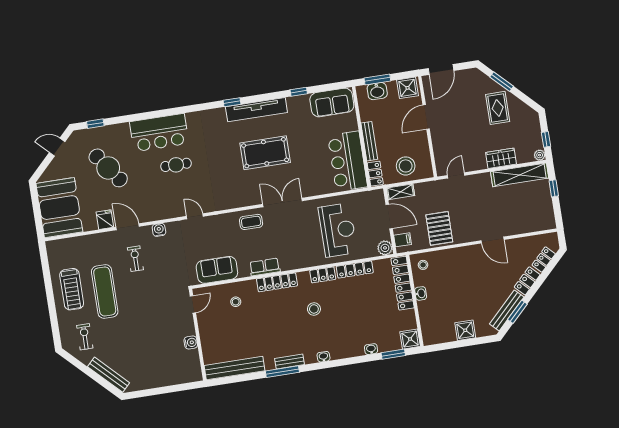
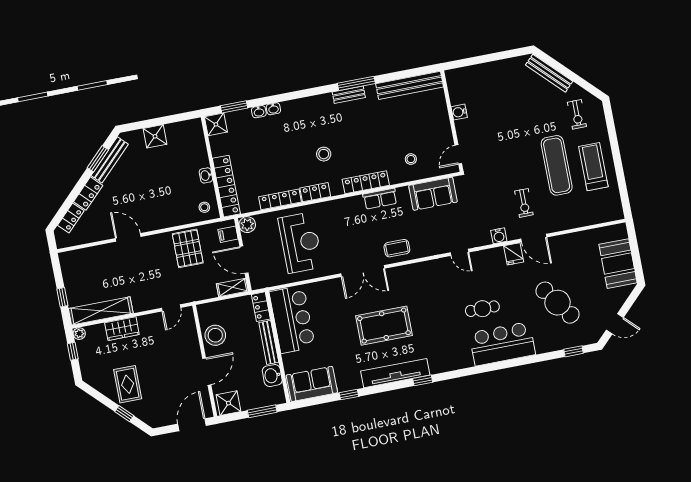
window: (502, 82) -> (124, 414), width x0.67
washbasin: (377, 91) -> (272, 376), moved, turned -90
stool: (406, 166) -> (215, 335), moved
booth: (59, 208) -> (618, 264), width x0.73, depth x0.70
fridge: (105, 220) -> (514, 254), moved
reception desk: (338, 230) -> (300, 243), turned 180
washbasin: (323, 357) -> (273, 109), moved

